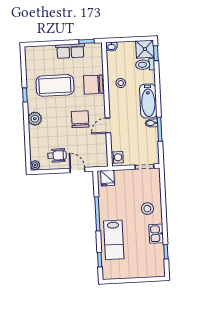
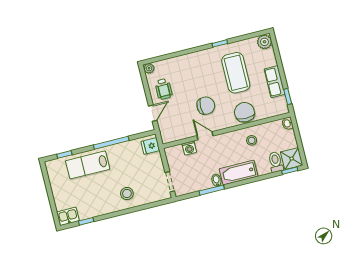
plant: (35, 119) -> (264, 42), moved
washing machine: (117, 157) -> (189, 148), moved
kitchen sink: (156, 234) -> (68, 216), moved

